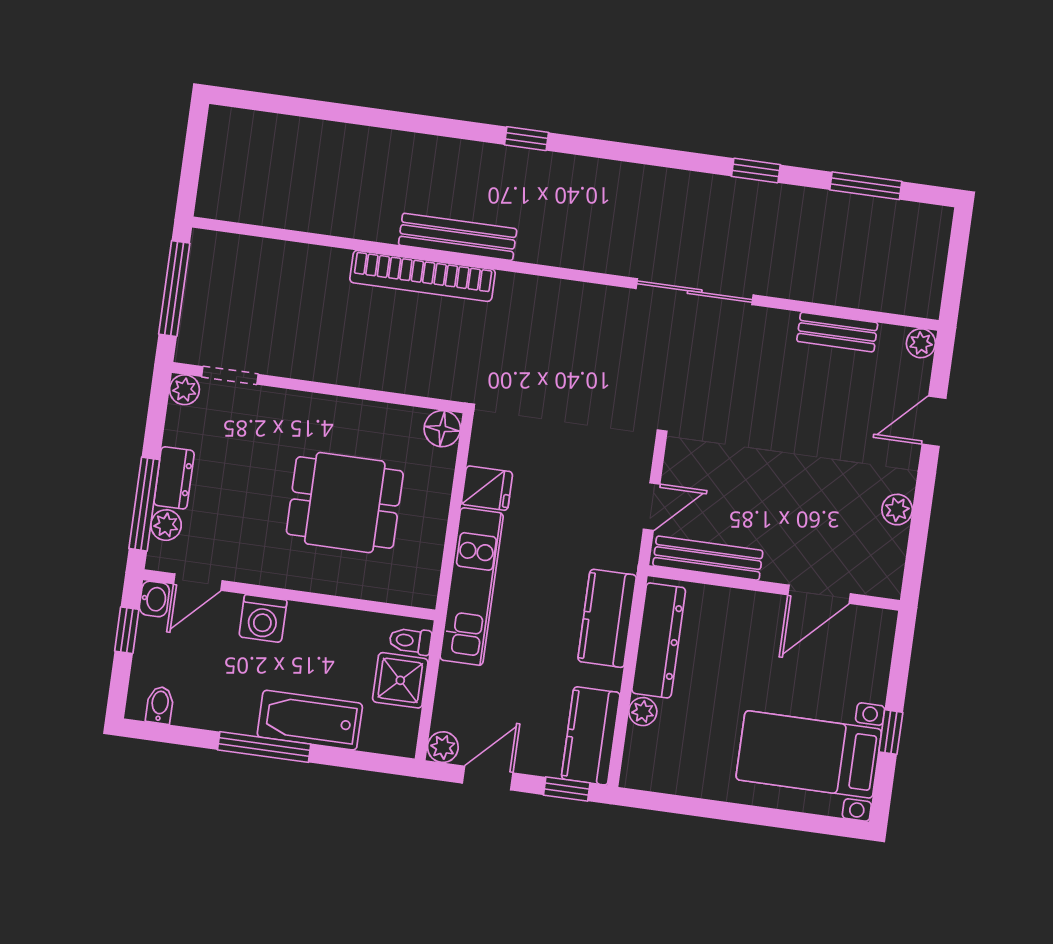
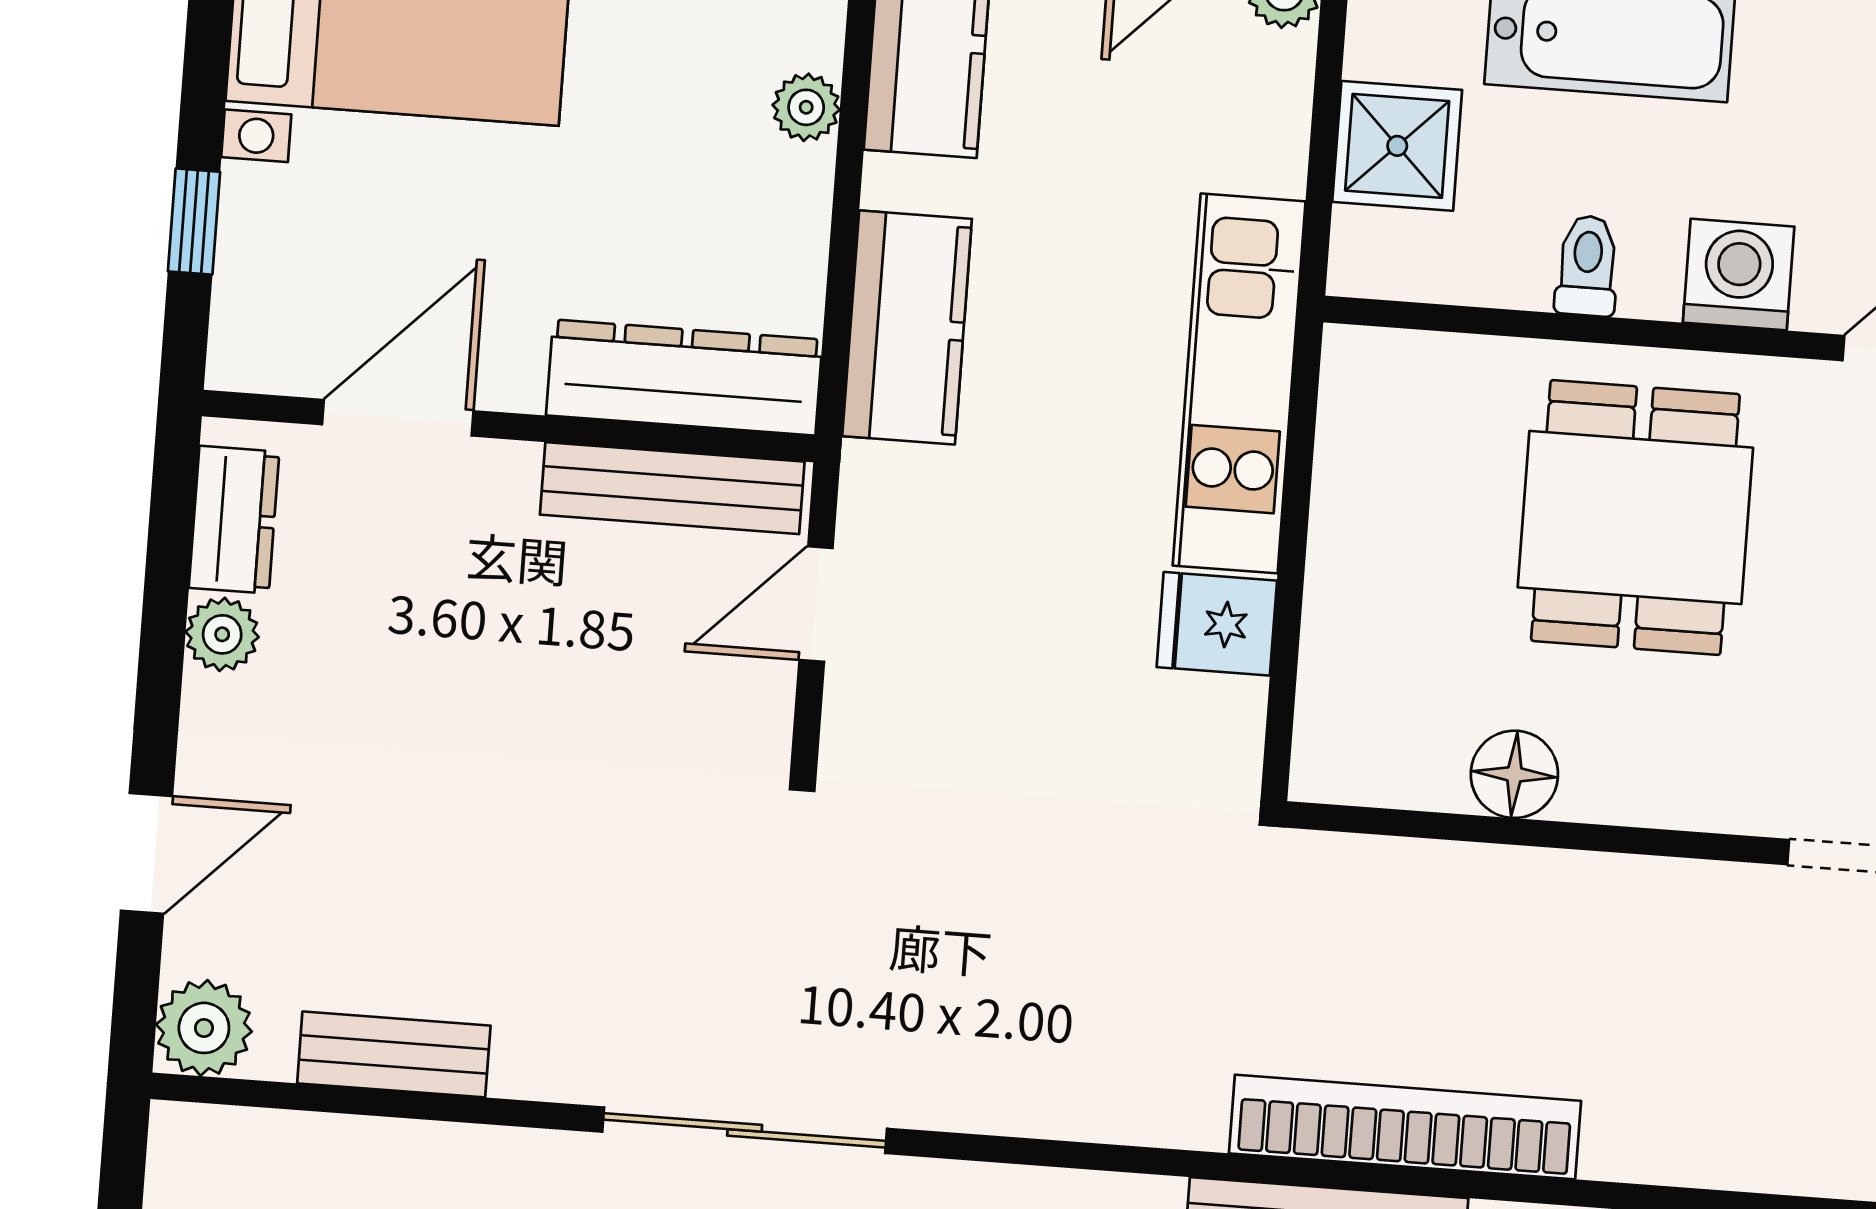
plant: (921, 343) -> (204, 1028), width x1.38, depth x1.38
floor lamp: (442, 429) -> (1514, 774), moved
dining table: (345, 503) -> (1635, 517), moved, turned 90
dresser: (889, 556) -> (234, 520), added
dresser: (659, 640) -> (684, 378), moved, turned 90
toilet: (410, 641) -> (1587, 266), moved, turned -90
window: (891, 732) -> (194, 222), moved

